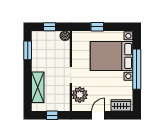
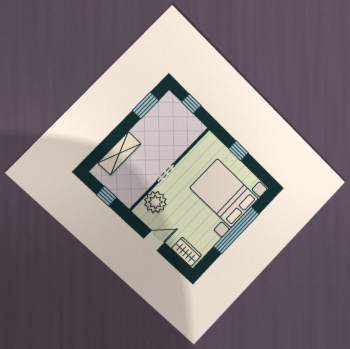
boiler: (65, 36) -> (198, 128), removed

